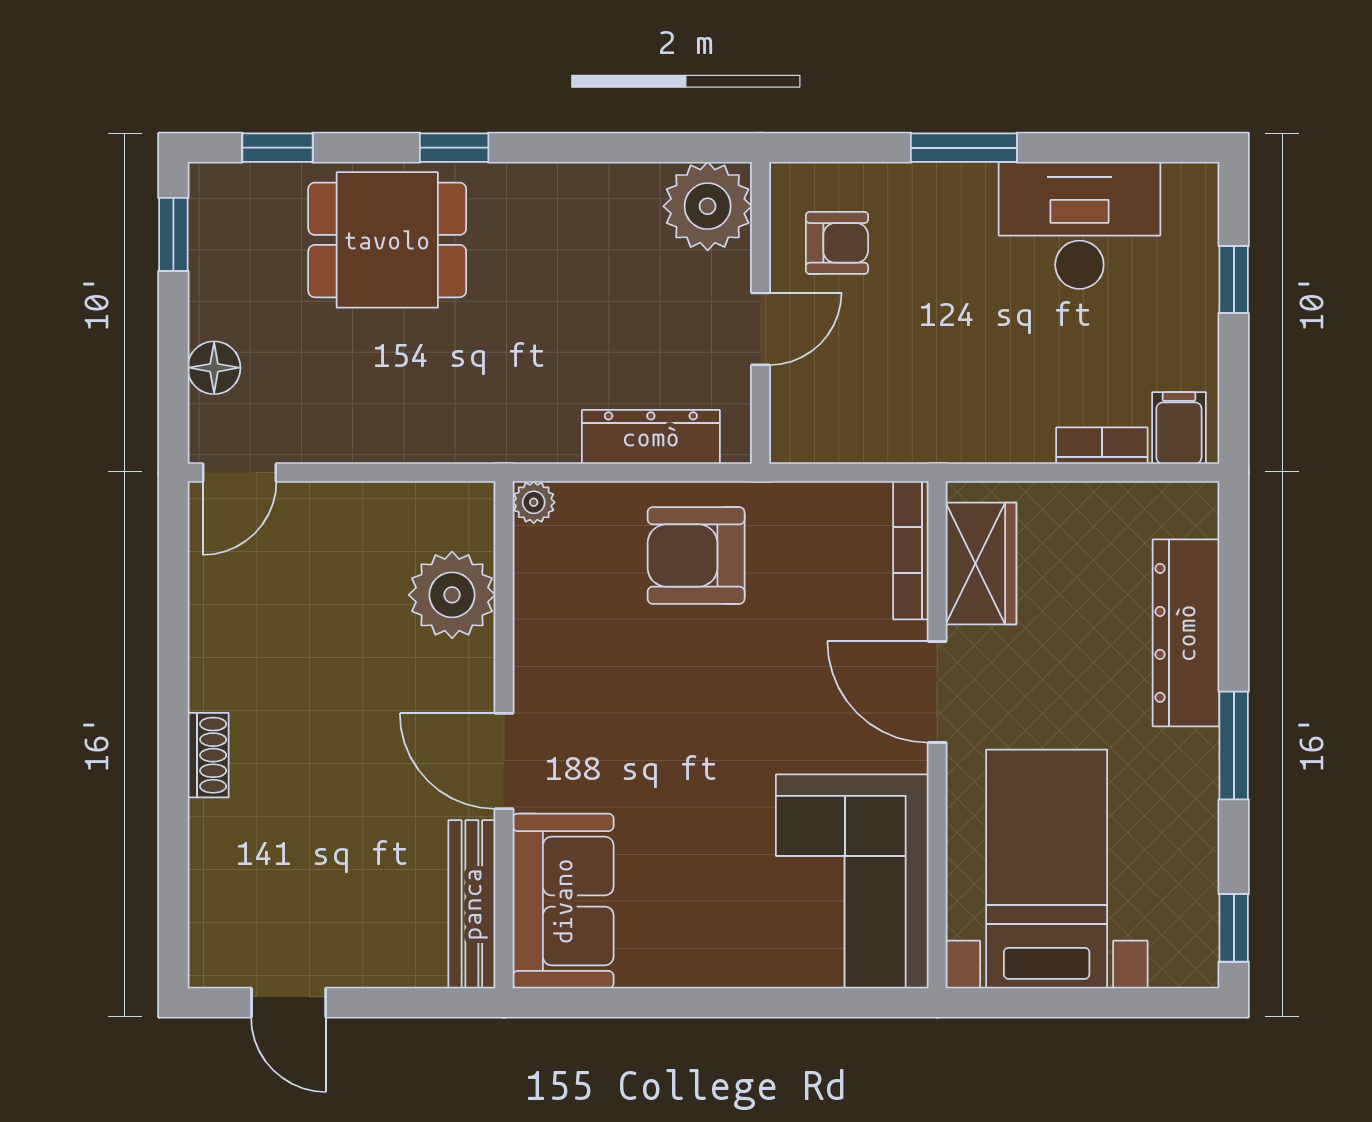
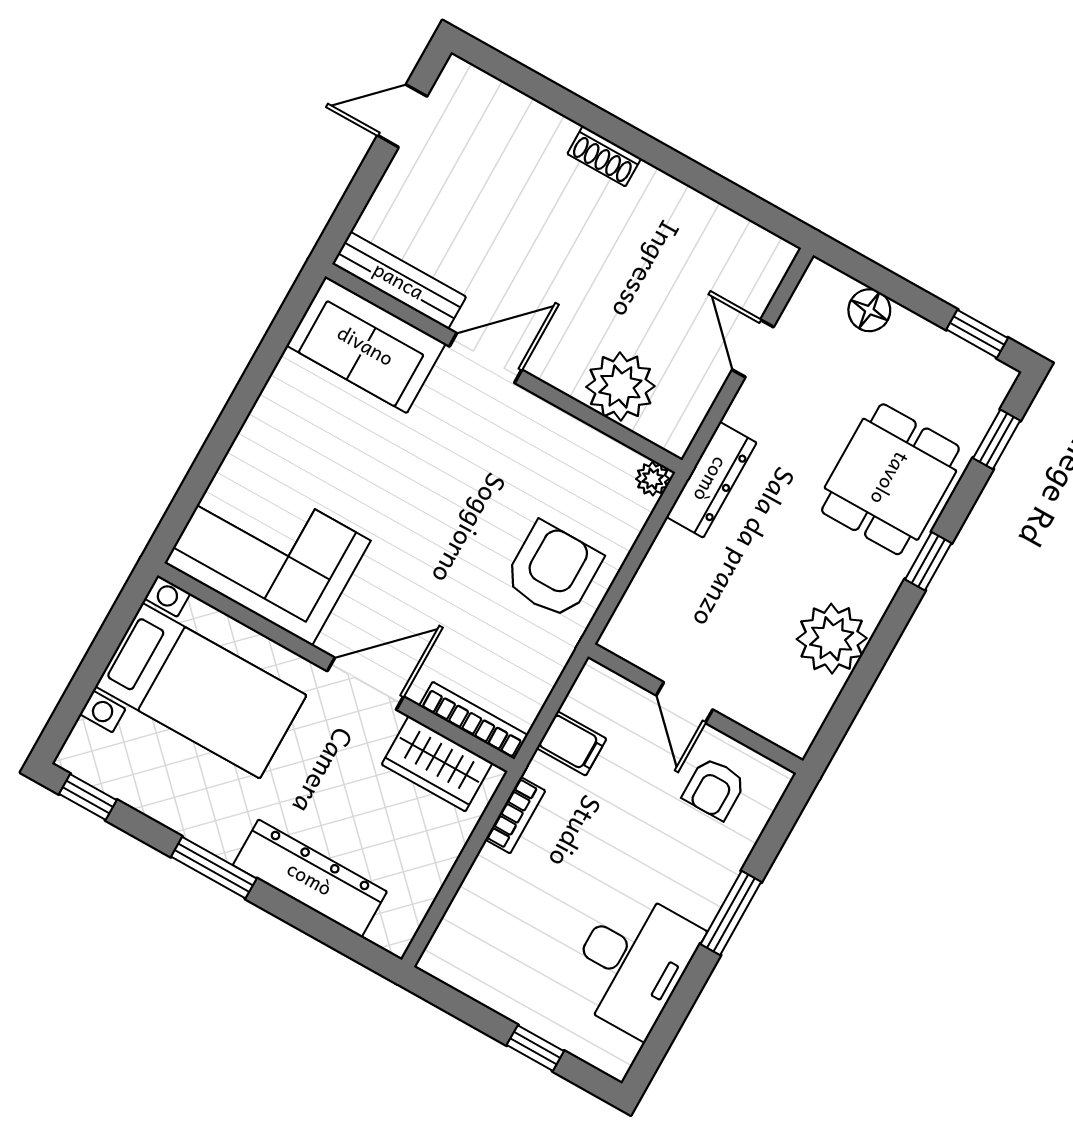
plant: (708, 206) -> (832, 639), moved
filing cabinet: (1179, 428) -> (571, 743), moved
dresser: (651, 437) -> (711, 480), moved
bookcase: (1102, 446) -> (515, 815), moved
door: (240, 473) -> (753, 348), moved

